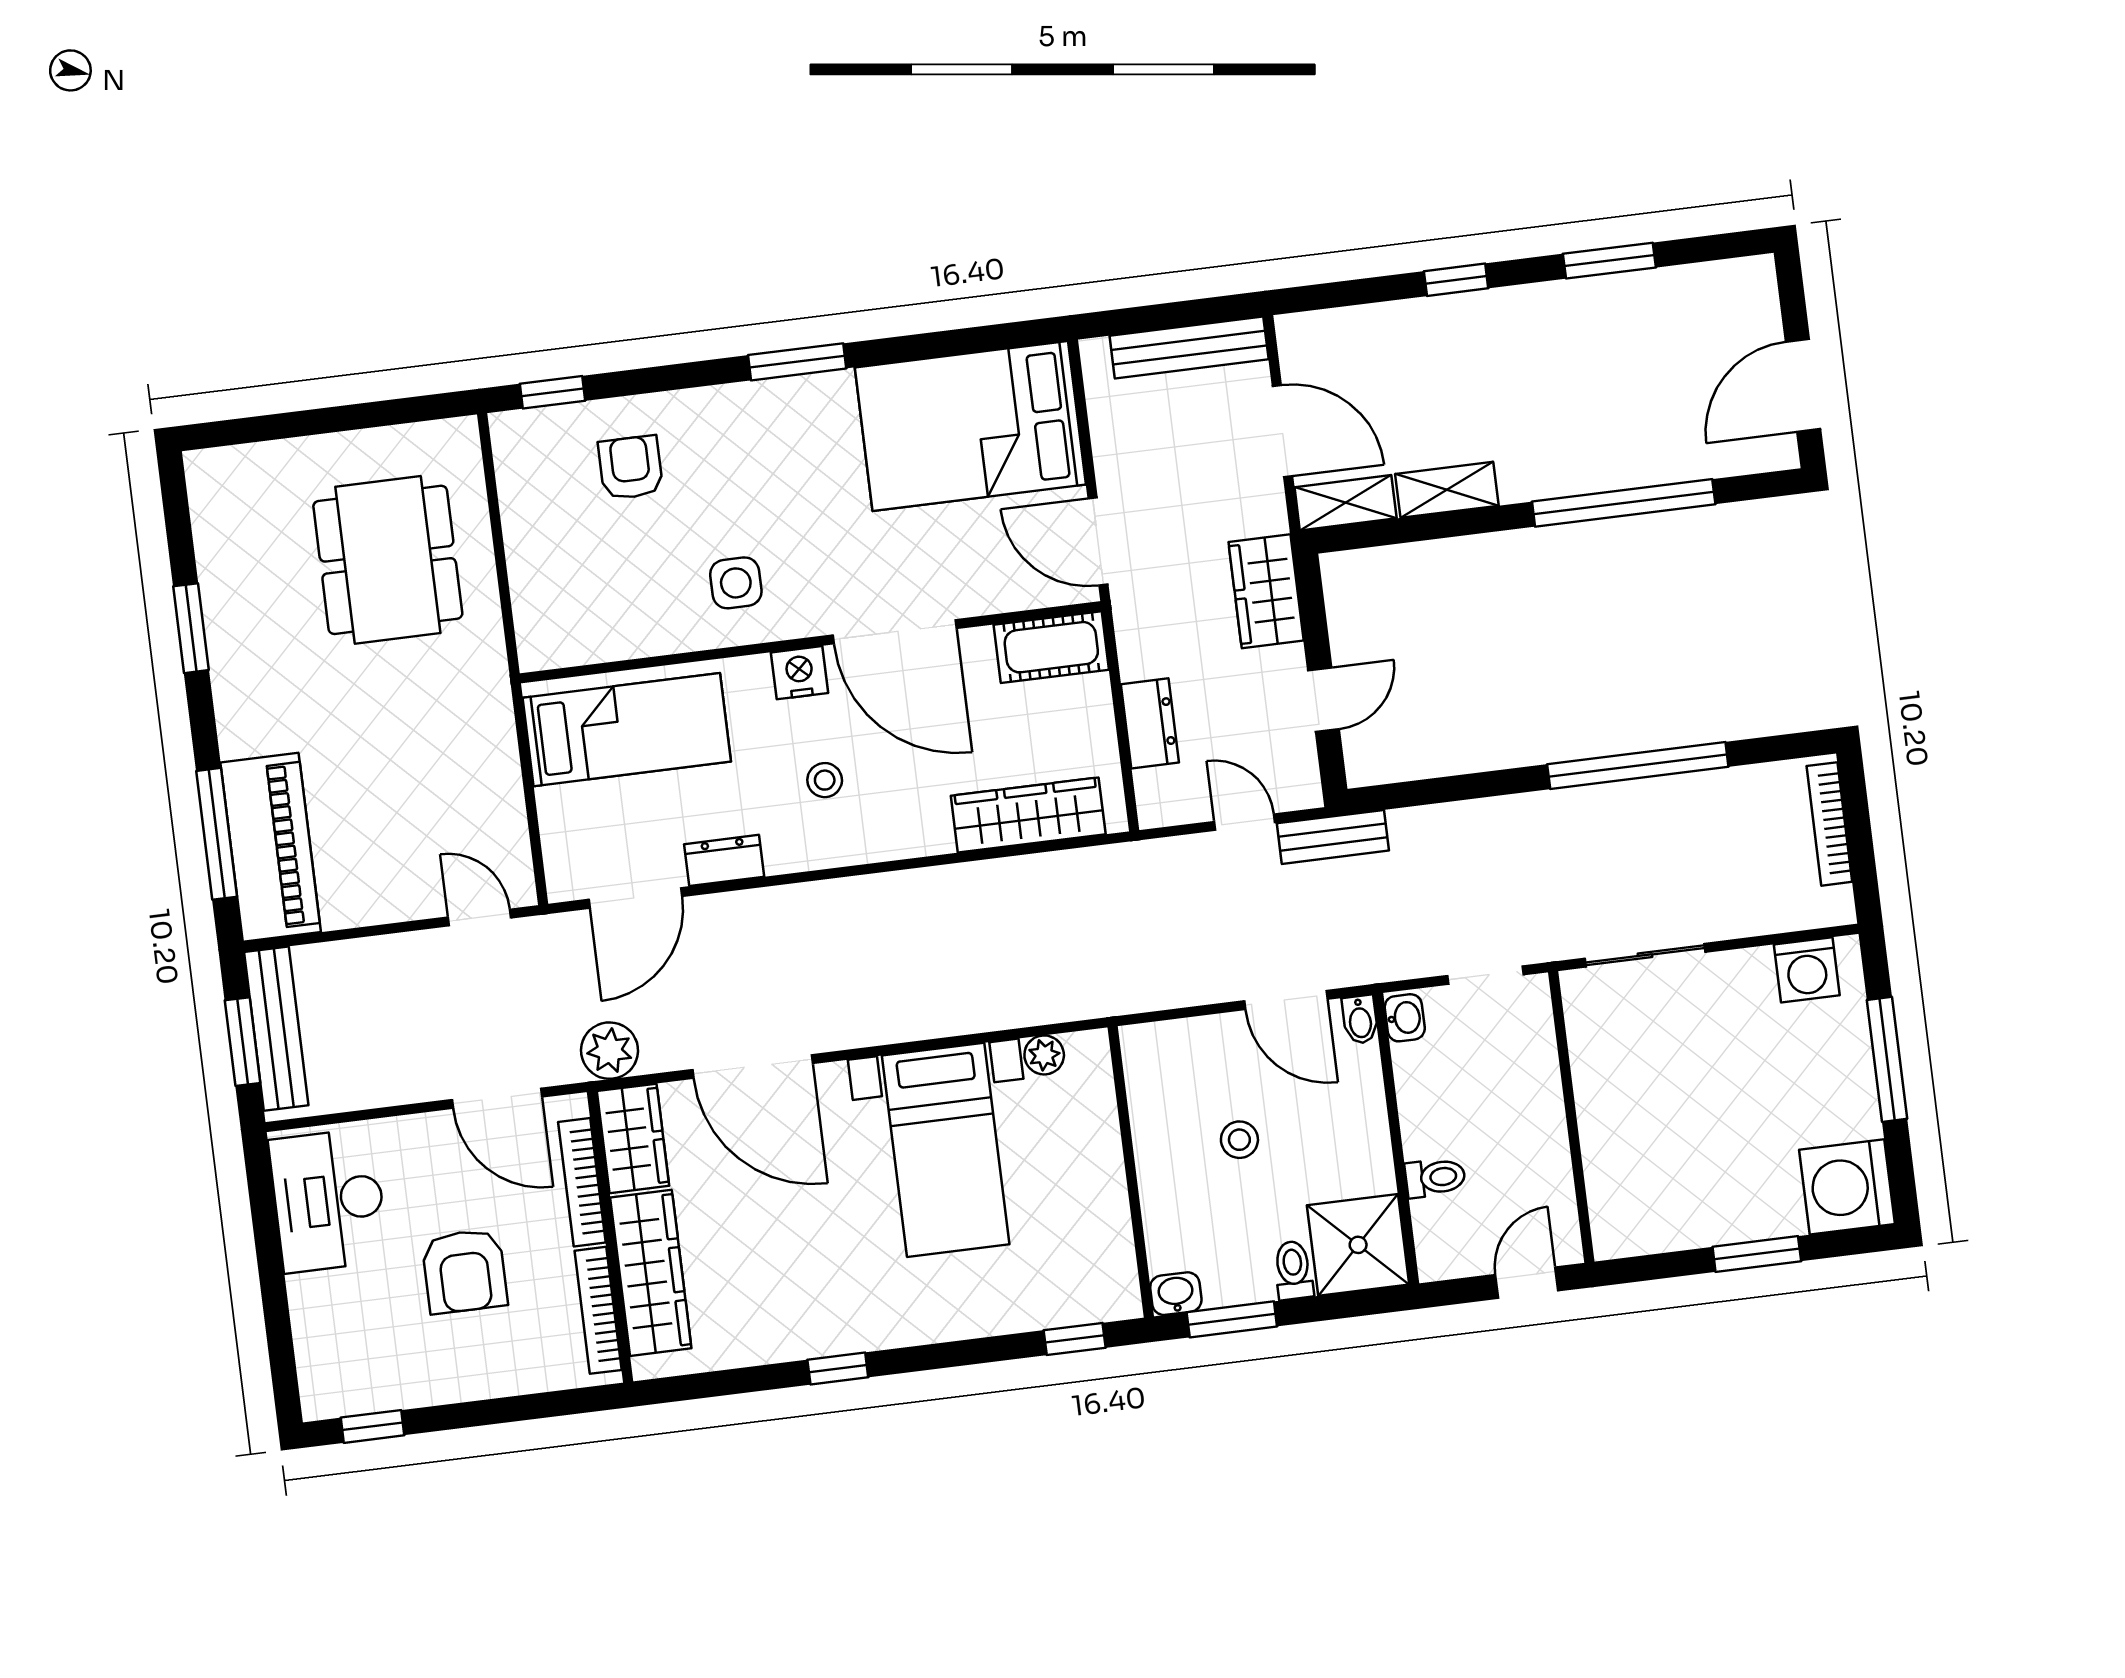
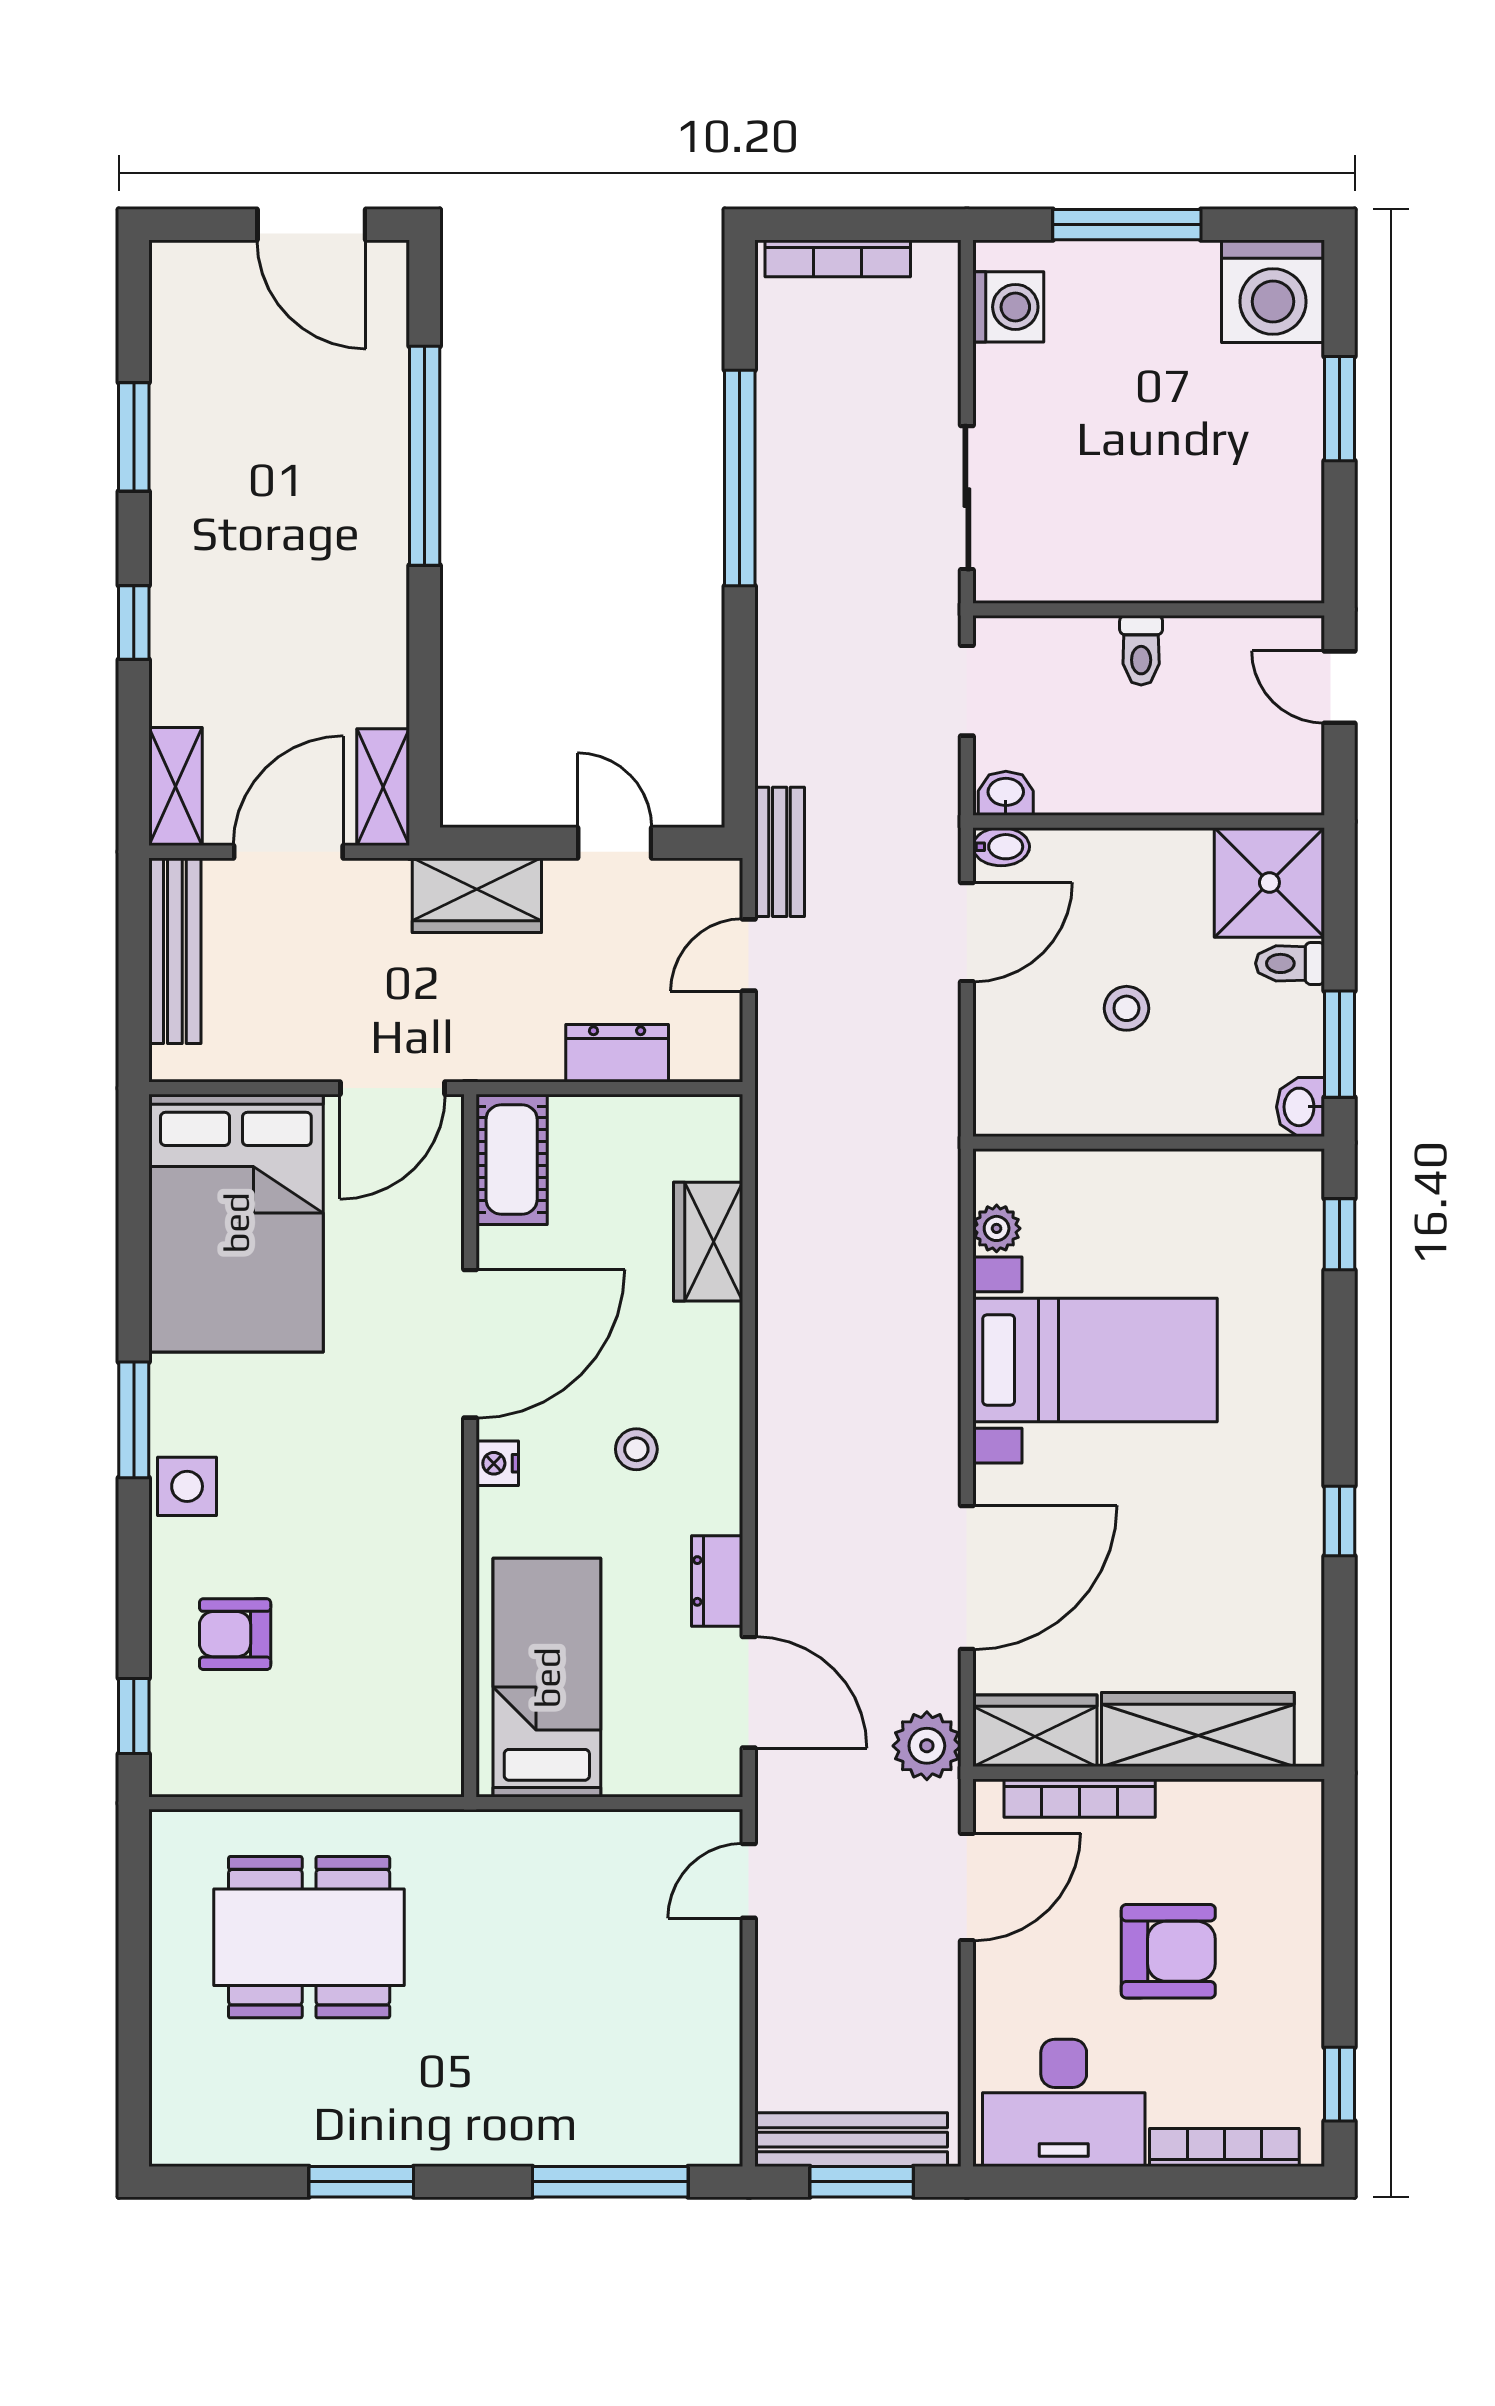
shelving: (1447, 490) -> (176, 786), moved
side table: (736, 583) -> (187, 1486), moved
nightstand: (799, 673) -> (497, 1463), width x0.72, depth x0.74
wardrobe: (1028, 815) -> (708, 1242), width x0.67
piano: (271, 847) -> (634, 2119), removed
toilet: (1435, 1178) -> (1141, 650), moved, turned 180
bookcase: (598, 1310) -> (1224, 2148), moved, turned 180

